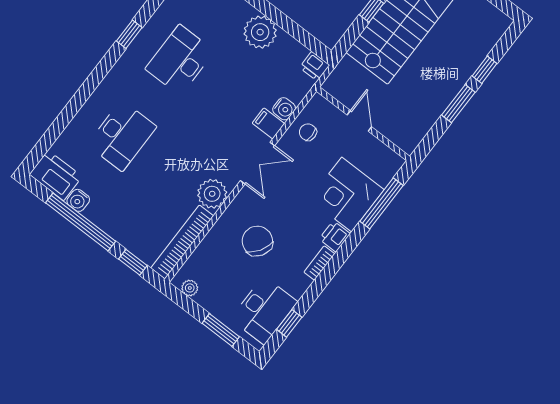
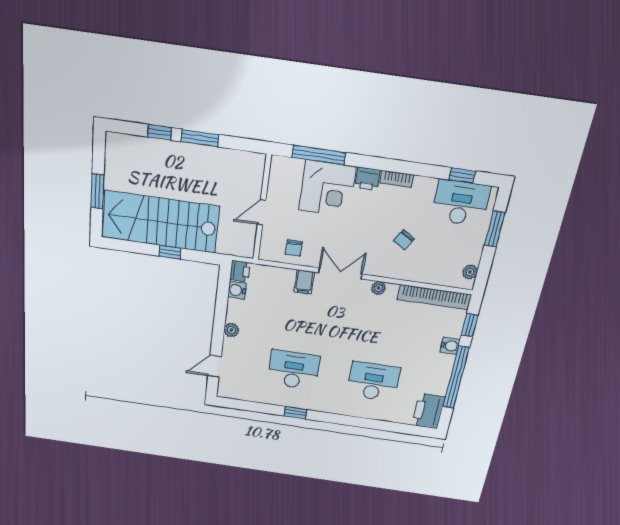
plant: (260, 32) -> (231, 330), width x0.53, depth x0.53
desk: (180, 60) -> (294, 370), turned 180
water cooler: (284, 109) -> (237, 290), moved, turned -90
plant: (212, 194) -> (378, 288), width x0.53, depth x0.53
water cooler: (78, 200) -> (450, 346), moved
chair: (257, 241) -> (404, 240), width x0.54, depth x0.54

